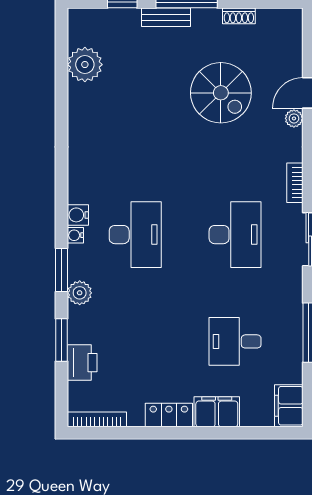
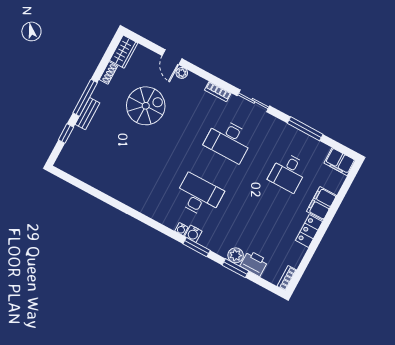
wardrobe: (280, 21) -> (124, 52), added
plant: (85, 65) -> (89, 173), removed
water cooler: (78, 215) -> (193, 234), moved
desk: (235, 235) -> (229, 140), turned 180
plant: (80, 293) -> (236, 255), moved
bookcase: (97, 419) -> (287, 278), width x0.64

